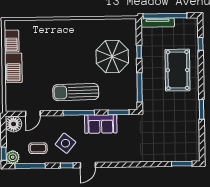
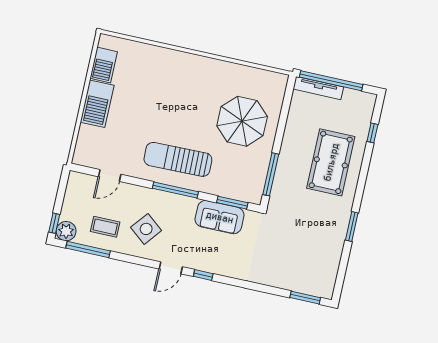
window: (139, 52) -> (282, 123), removed
floor lamp: (14, 124) -> (78, 184), removed
sofa: (101, 124) -> (220, 217), moved
window: (67, 165) -> (203, 275), moved

